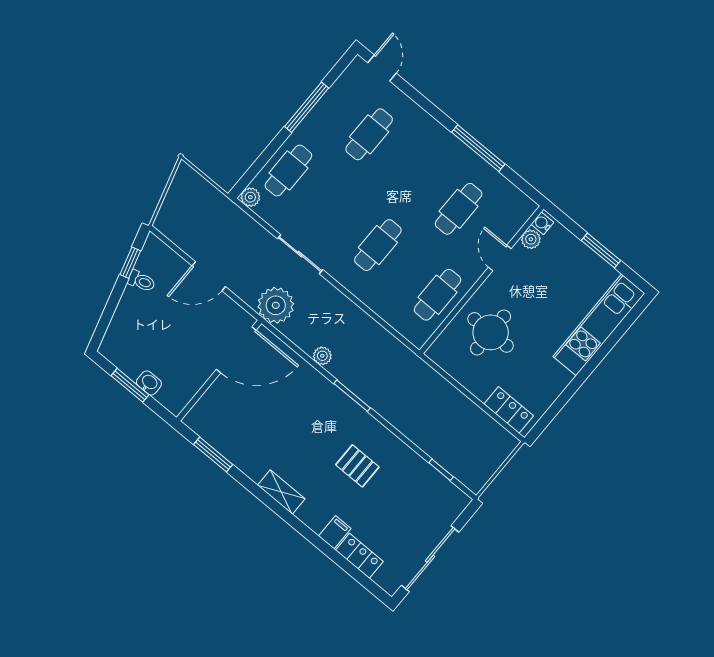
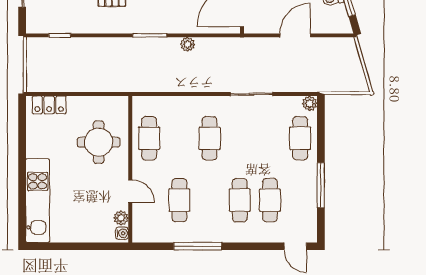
cafe table: (399, 159) -> (240, 200), added
window: (601, 251) -> (73, 246), removed
plant: (276, 305) -> (241, 51), removed

